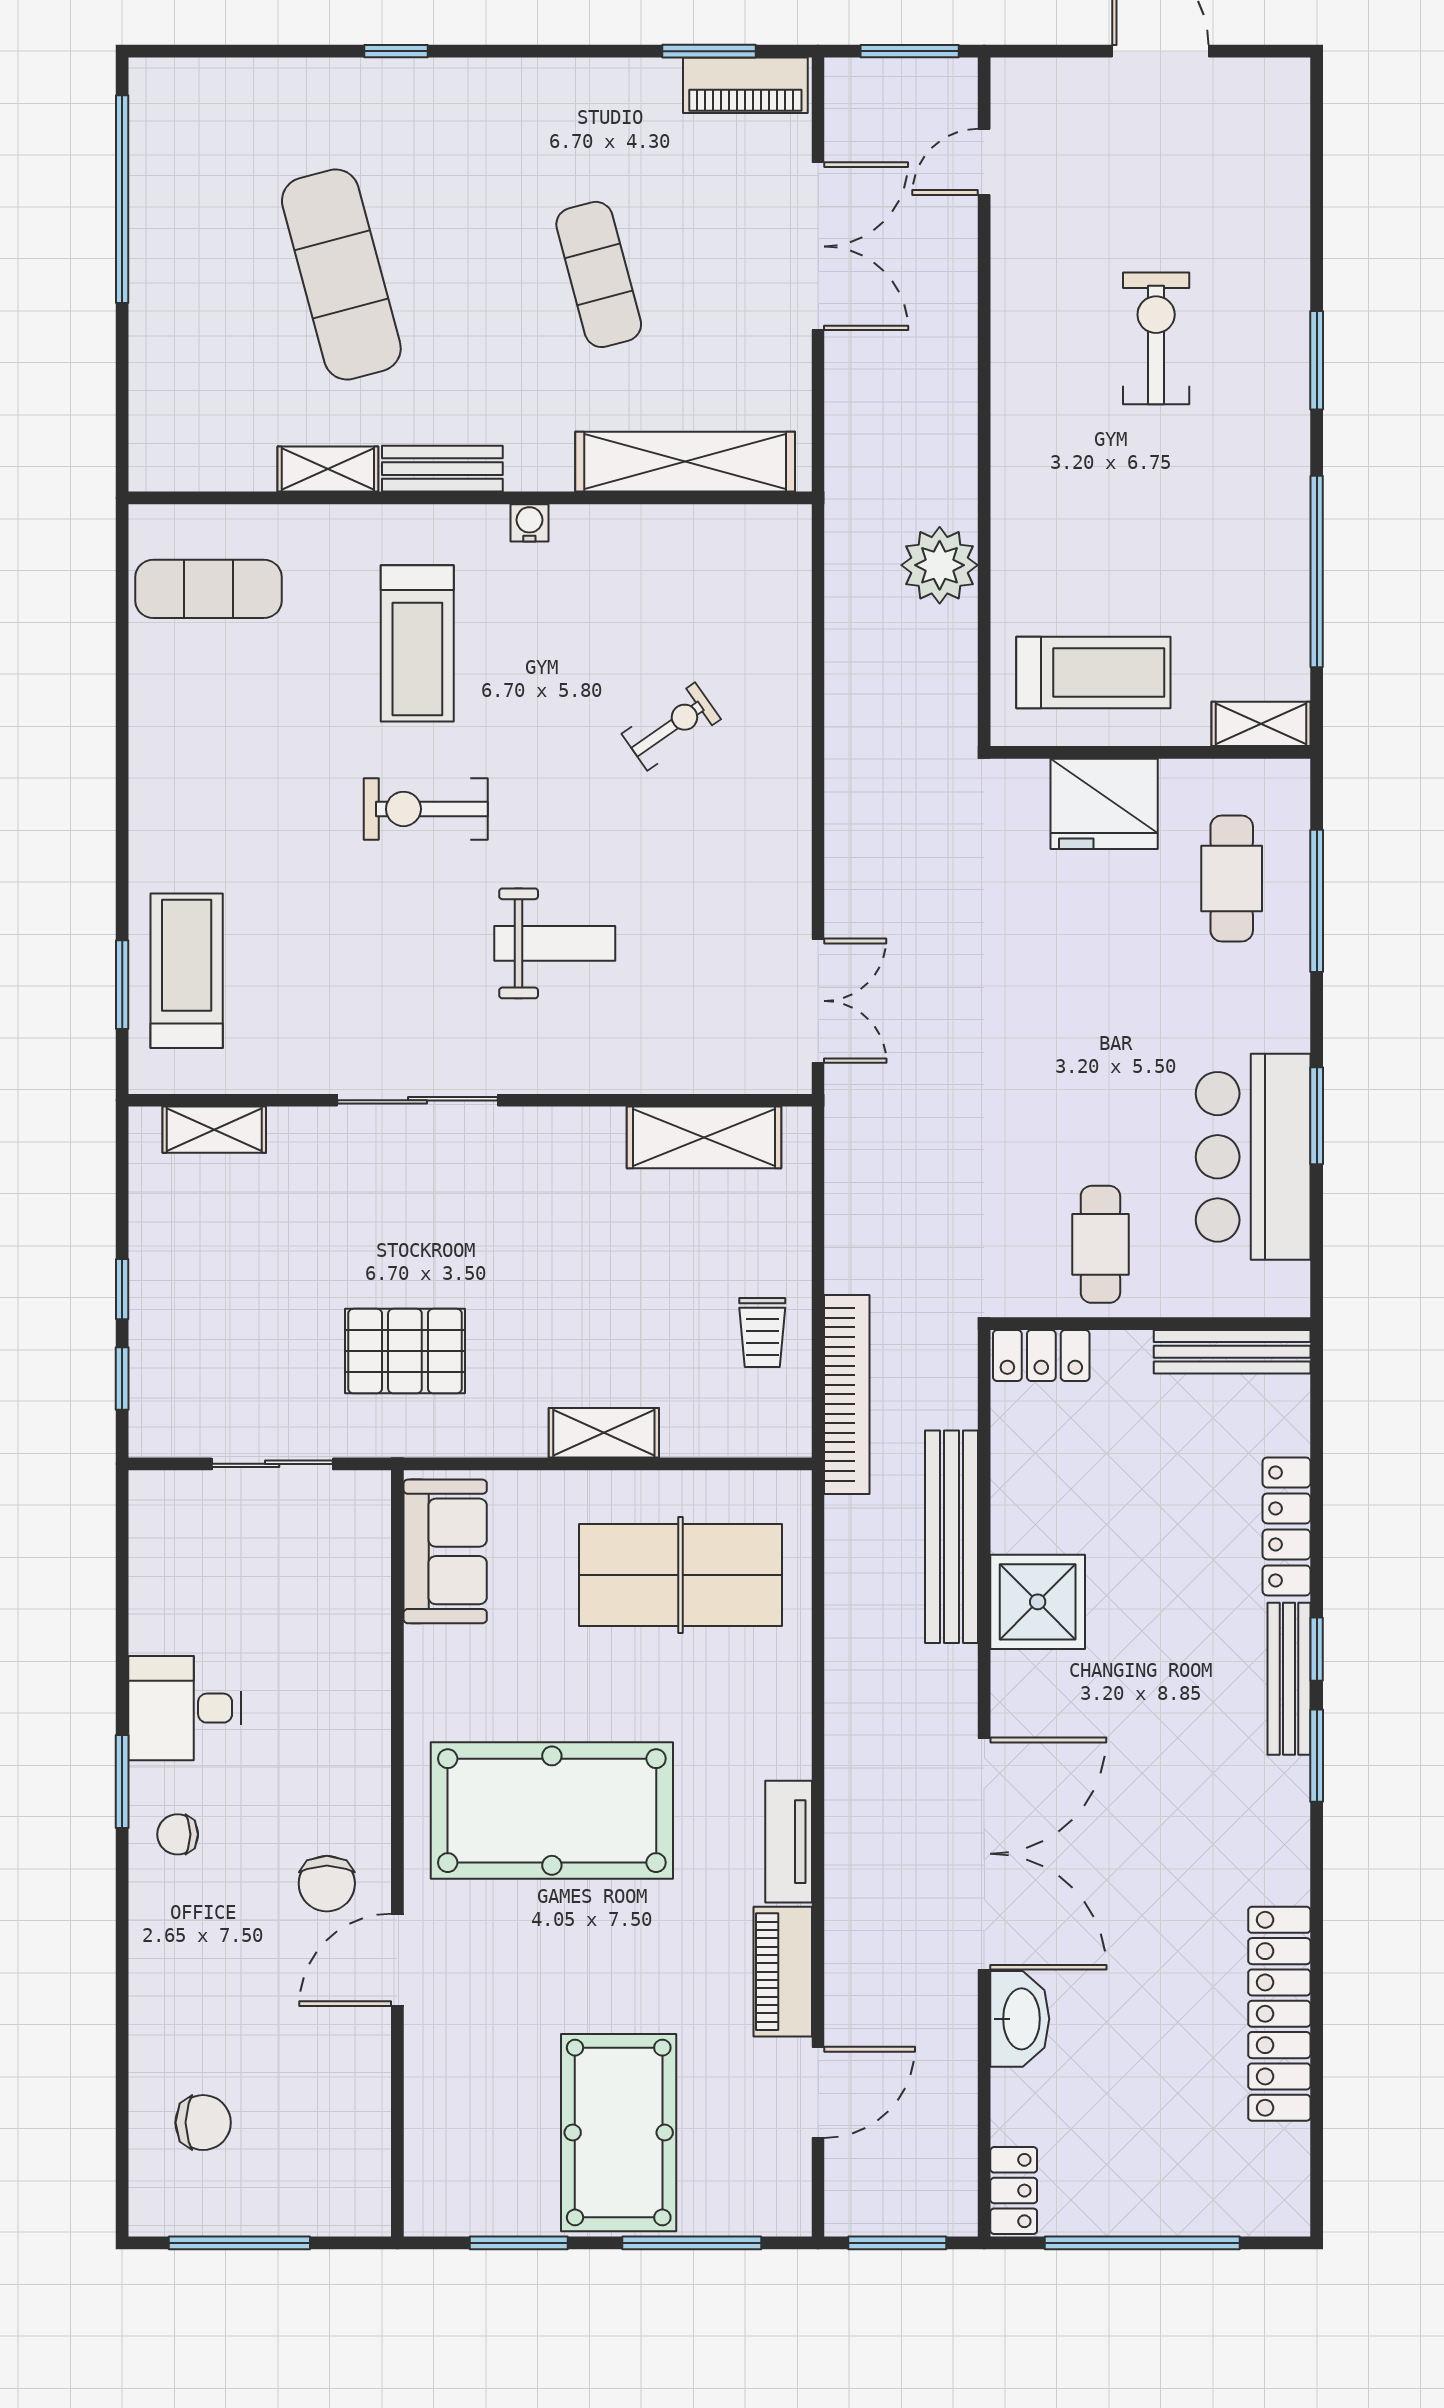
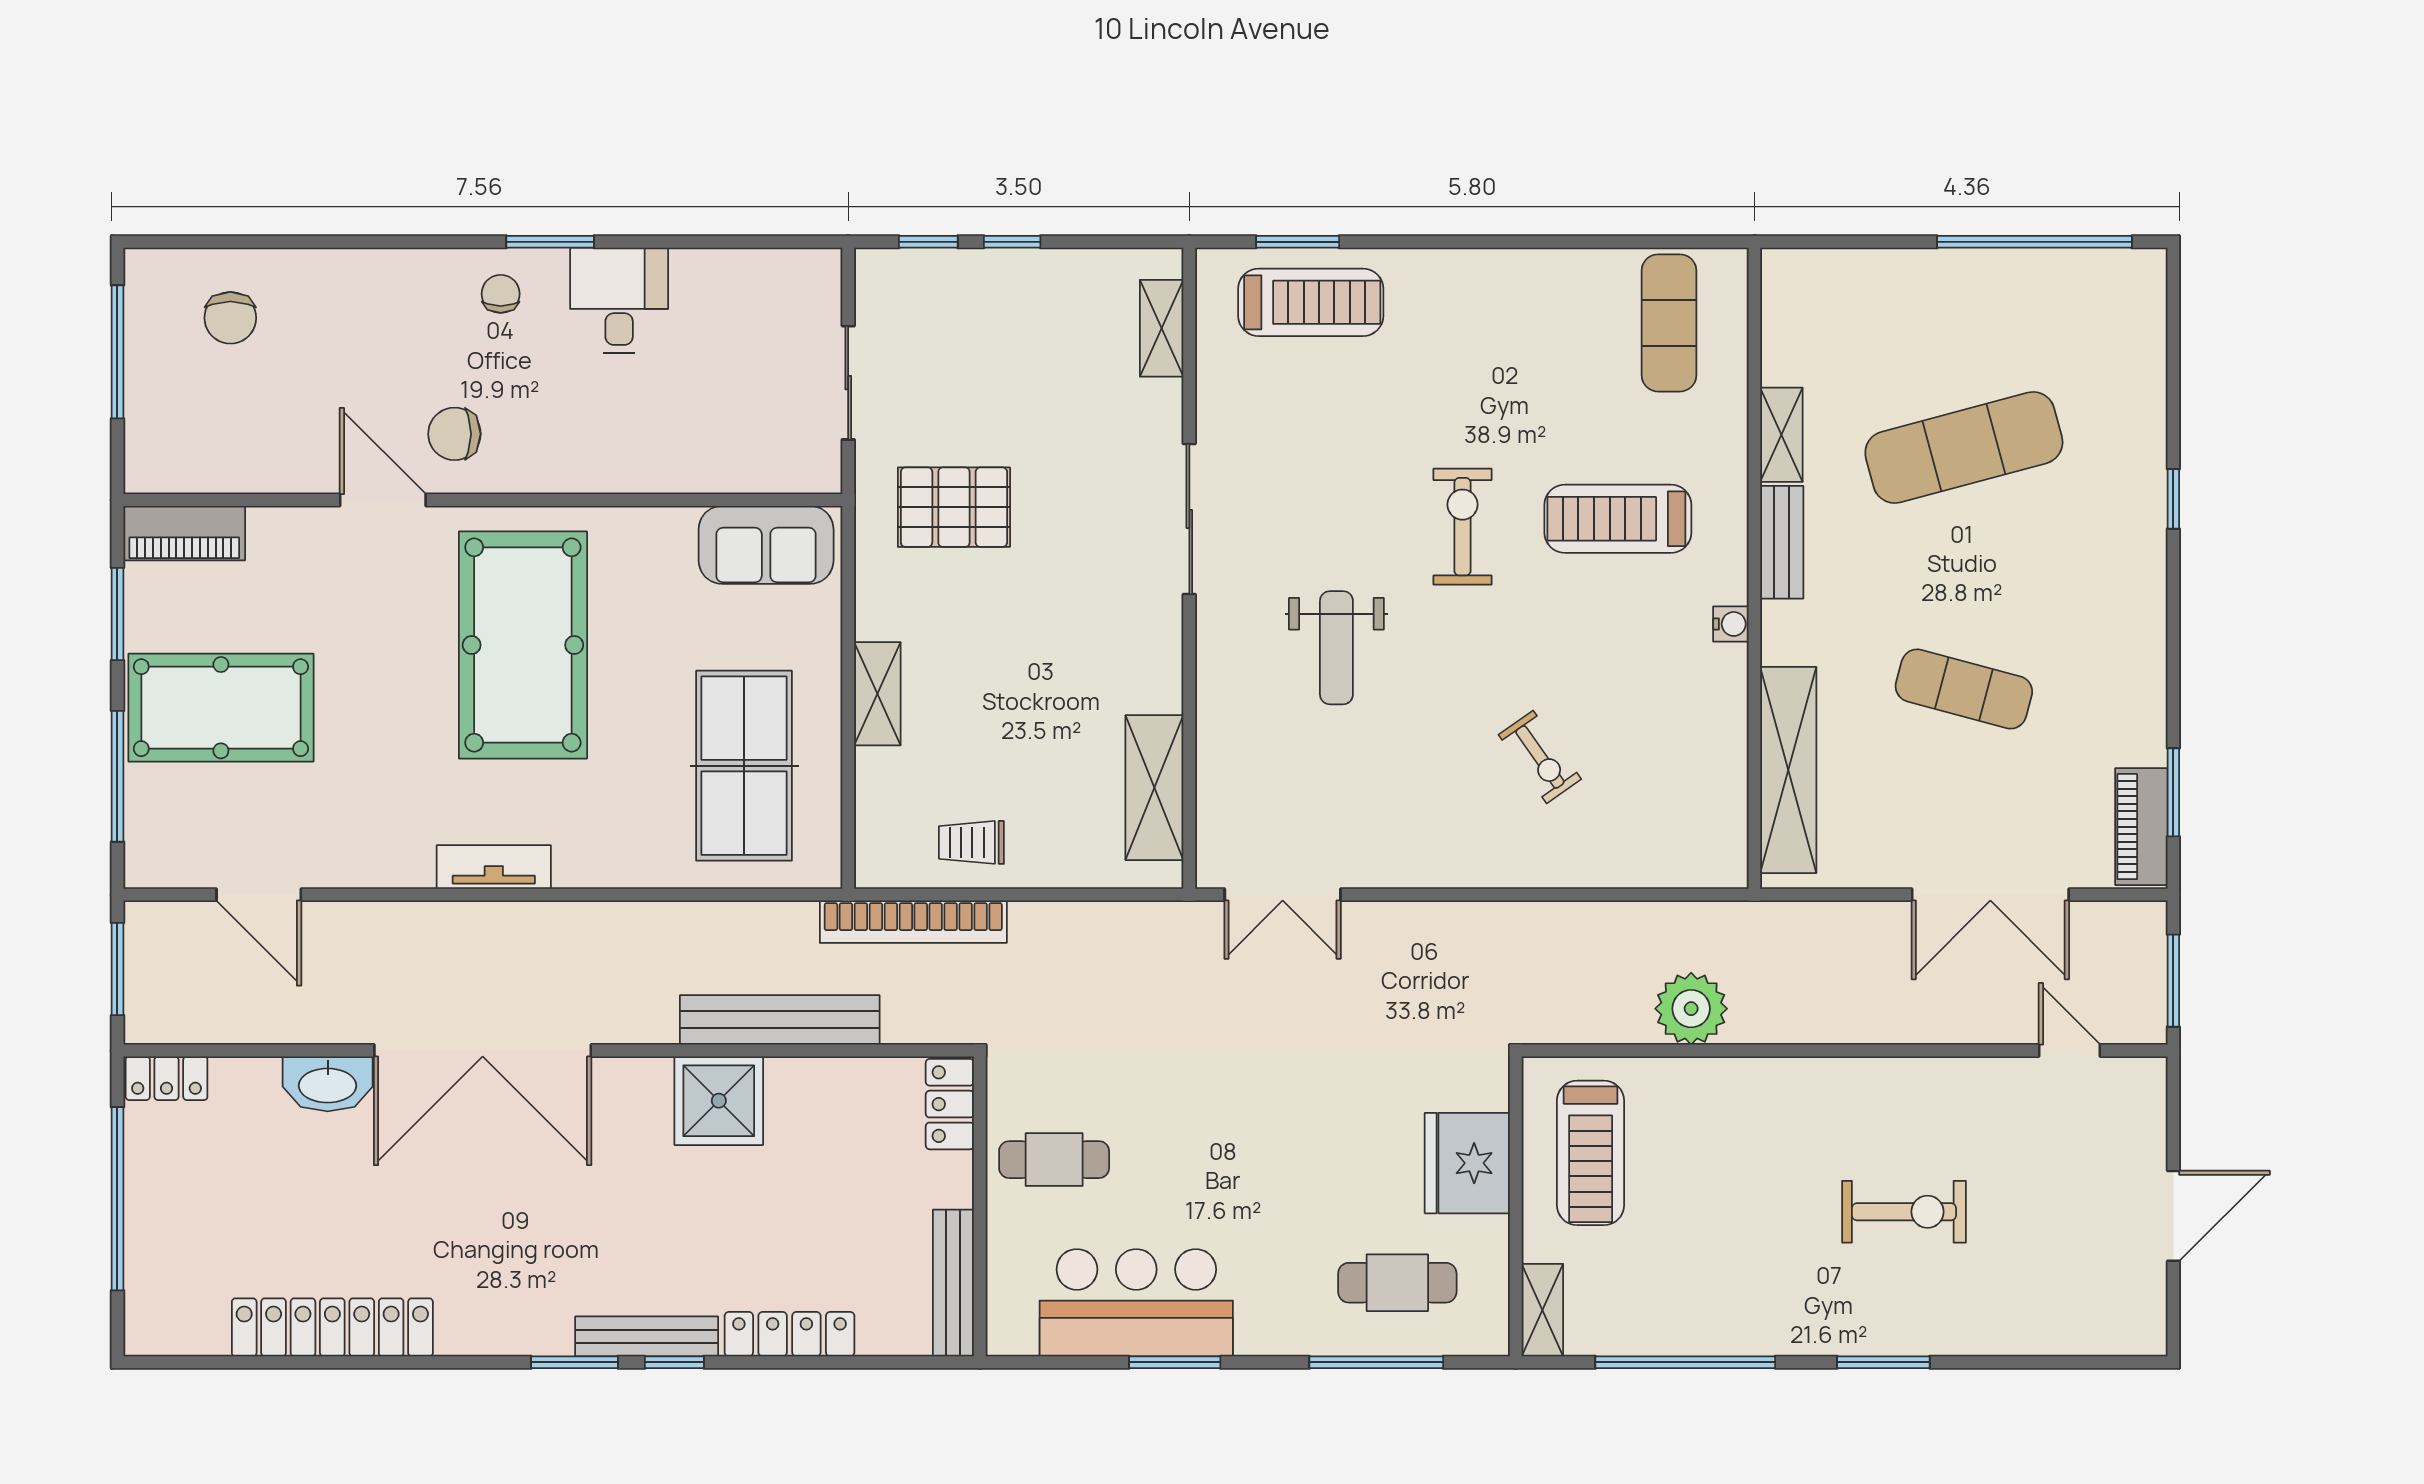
exercise mat: (599, 274) -> (1964, 689), turned 30
pallet: (405, 1351) -> (954, 507), turned 90
piano: (783, 1972) -> (184, 533), moved, turned 180

